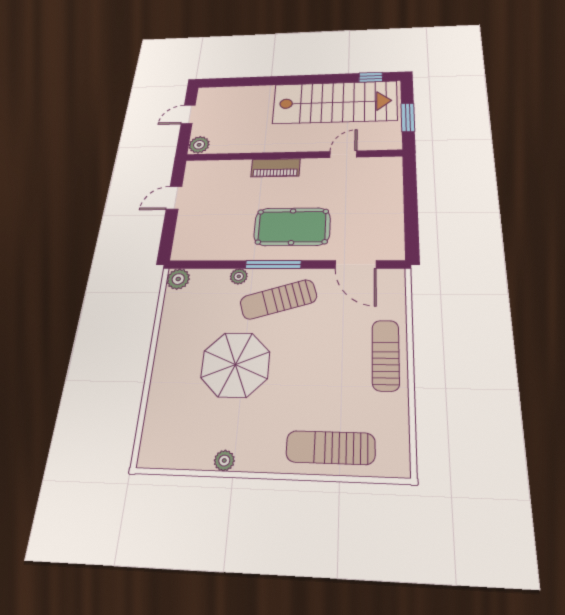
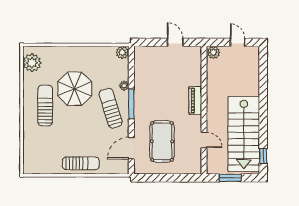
pool table: (292, 227) -> (162, 141), moved
sun lounger: (330, 448) -> (45, 106), moved
plant: (224, 461) -> (32, 63), moved, width x1.88, depth x1.88

